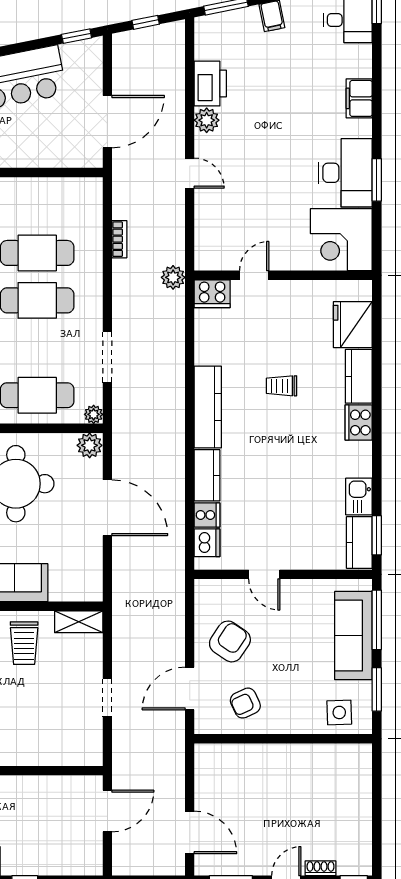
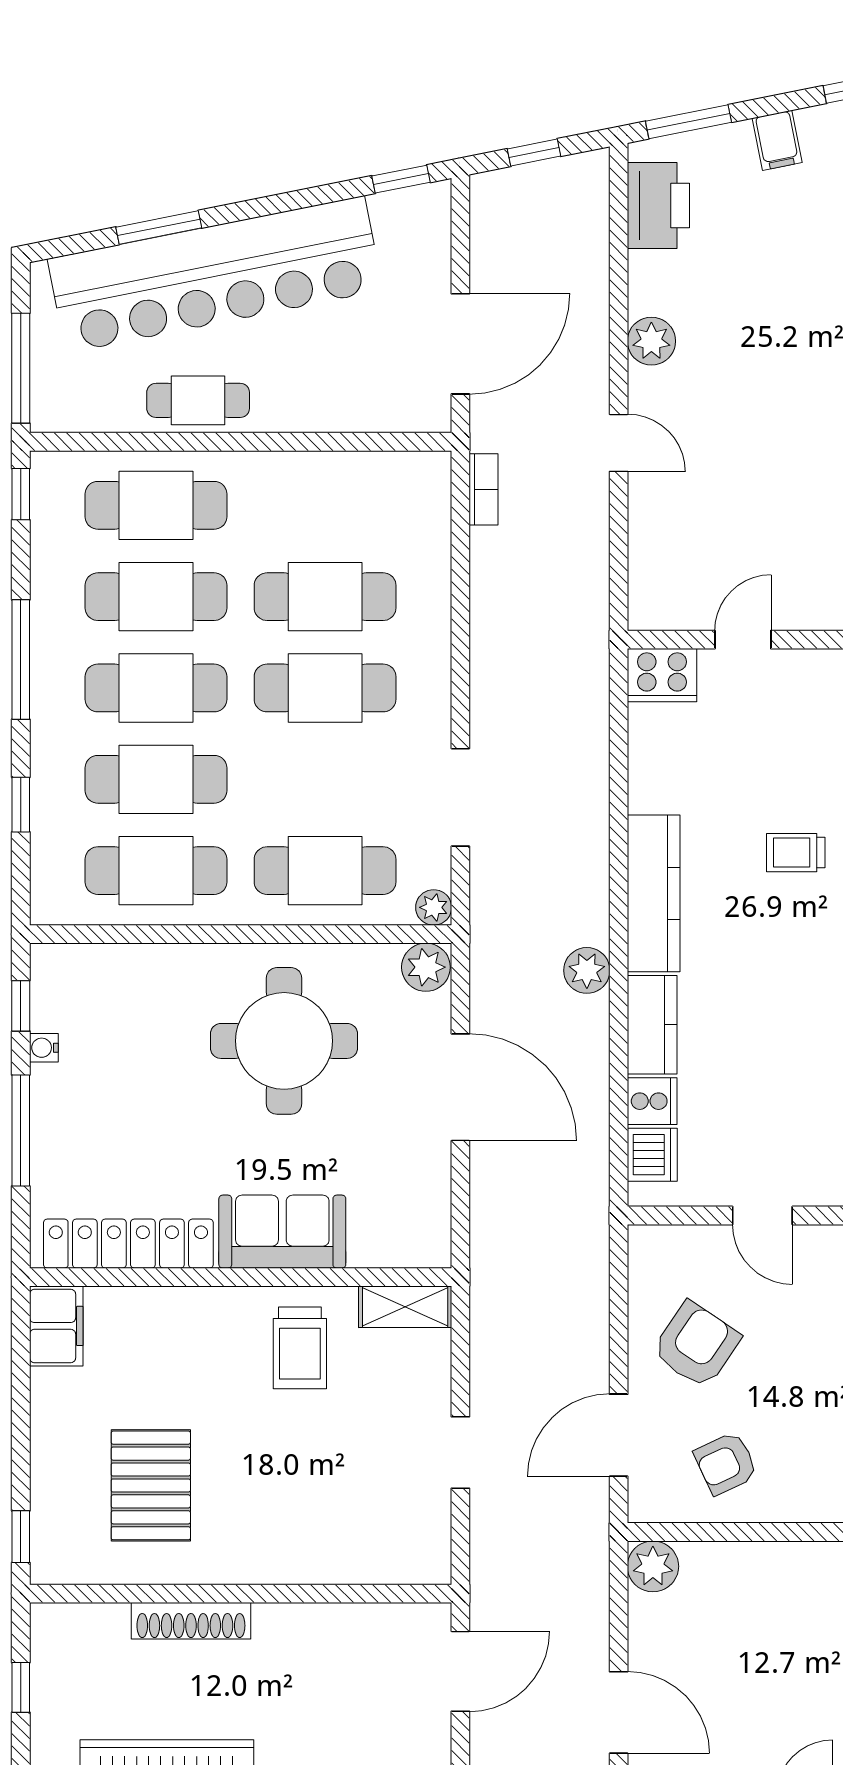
printer: (210, 84) -> (658, 205), moved
bookcase: (119, 239) -> (483, 489), moved
plant: (173, 277) -> (587, 970), moved
plant: (207, 757) -> (653, 1566), added

